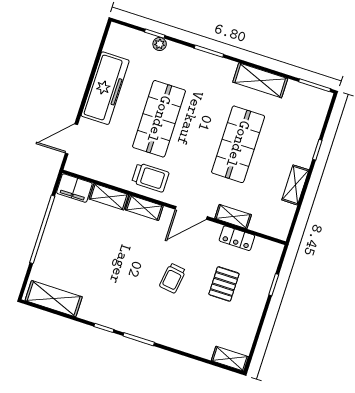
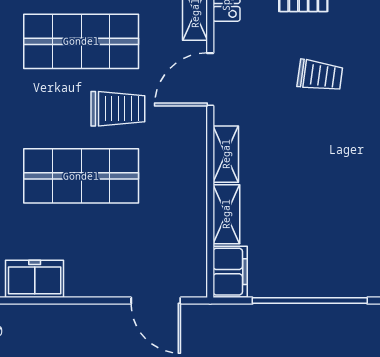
freezer: (105, 88) -> (35, 279), width x0.52, depth x0.79
trolley: (150, 177) -> (118, 109), moved, turned 90
door: (191, 213) -> (210, 79), swing flipped

